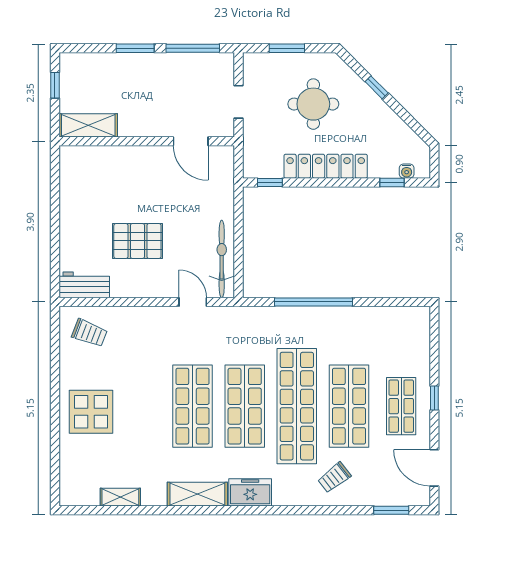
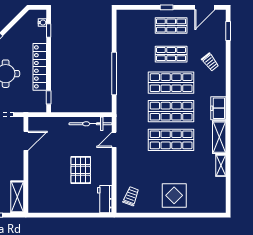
shop shelf: (297, 406) -> (171, 83), width x0.71
shop shelf: (349, 406) -> (171, 54), width x0.70, depth x0.74
shelving: (120, 497) -> (221, 165), moved

